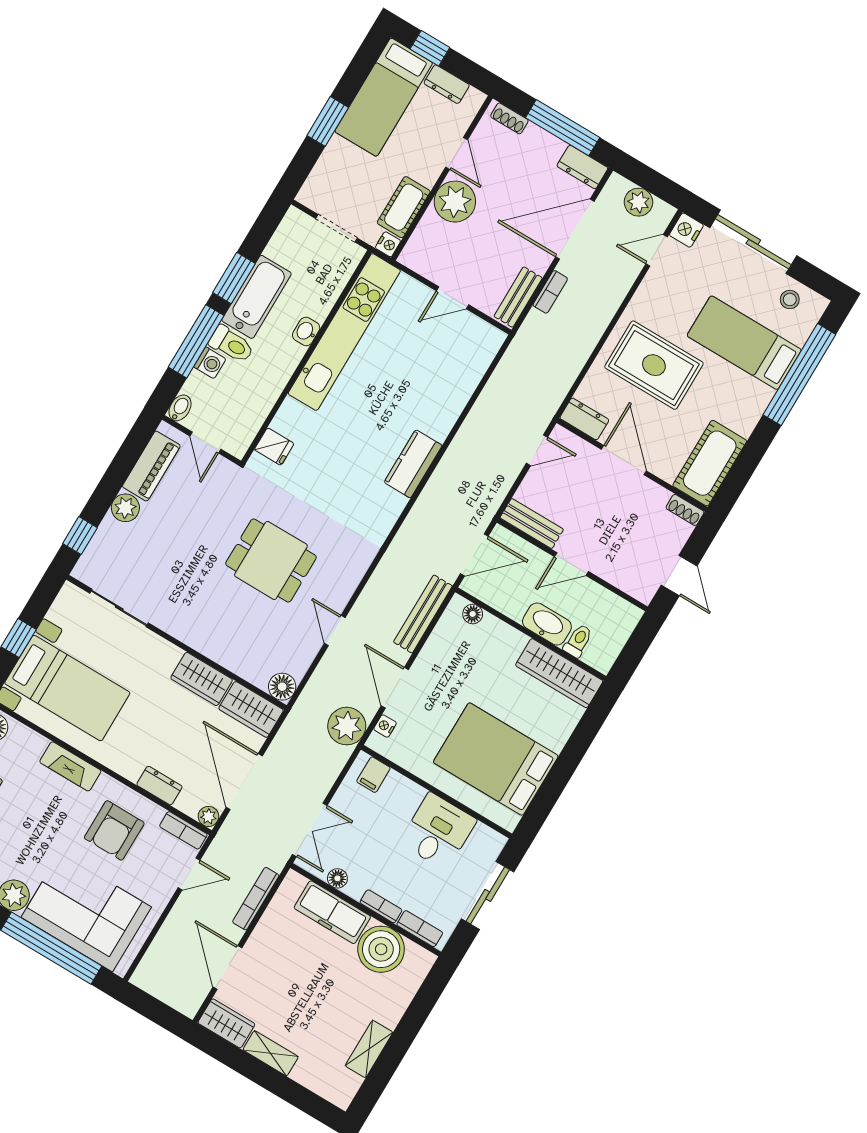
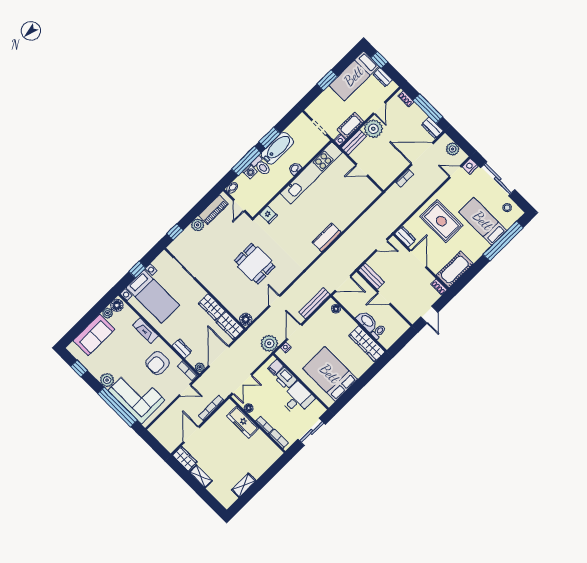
bench: (518, 297) -> (354, 142), moved
printer: (401, 793) -> (286, 378), added
boiler: (381, 949) -> (260, 443), removed

